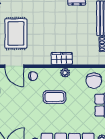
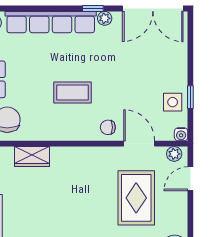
wardrobe: (62, 58) -> (32, 156), moved
plant: (65, 73) -> (55, 133), removed

